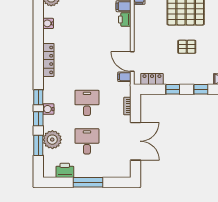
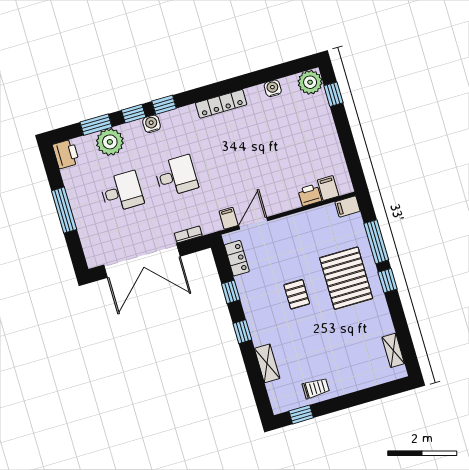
double door: (136, 141) -> (142, 261), width x1.36
printer: (65, 170) -> (66, 154), moved

